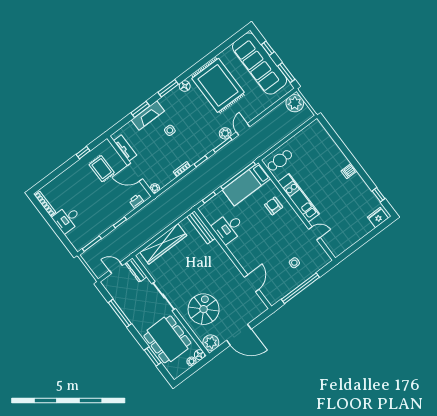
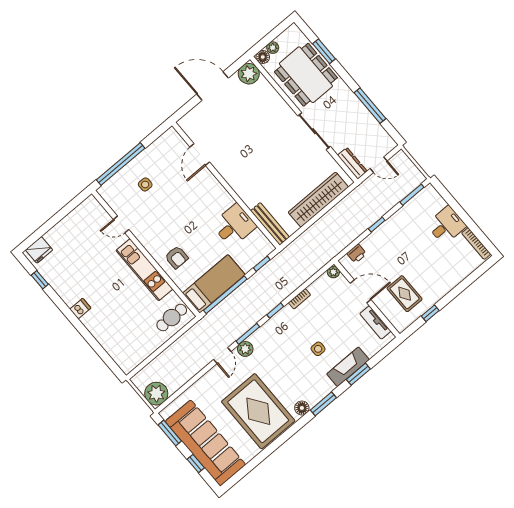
window: (300, 288) -> (121, 164), moved
spiral stairs: (204, 309) -> (261, 117), removed

